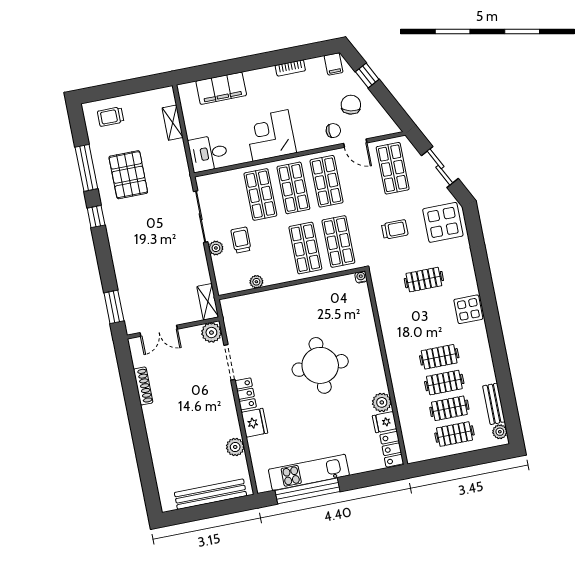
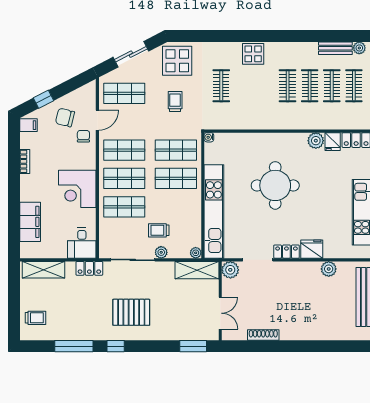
trolley: (111, 117) -> (36, 318), turned -90
shelving: (173, 123) -> (44, 270), width x1.50, depth x1.33
locker: (181, 168) -> (89, 268), added
pallet: (128, 175) -> (131, 312), moved
plant: (256, 282) -> (196, 253), moved
kitchen unit: (276, 300) -> (214, 211), added
shelving: (208, 302) -> (197, 270), width x1.50, depth x1.33

